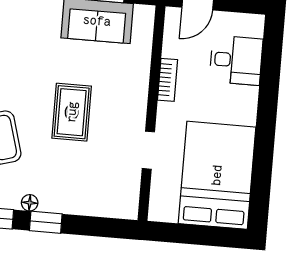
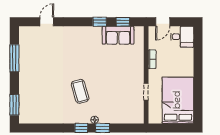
desk: (236, 60) -> (182, 37), moved
rug: (72, 112) -> (110, 77), removed

